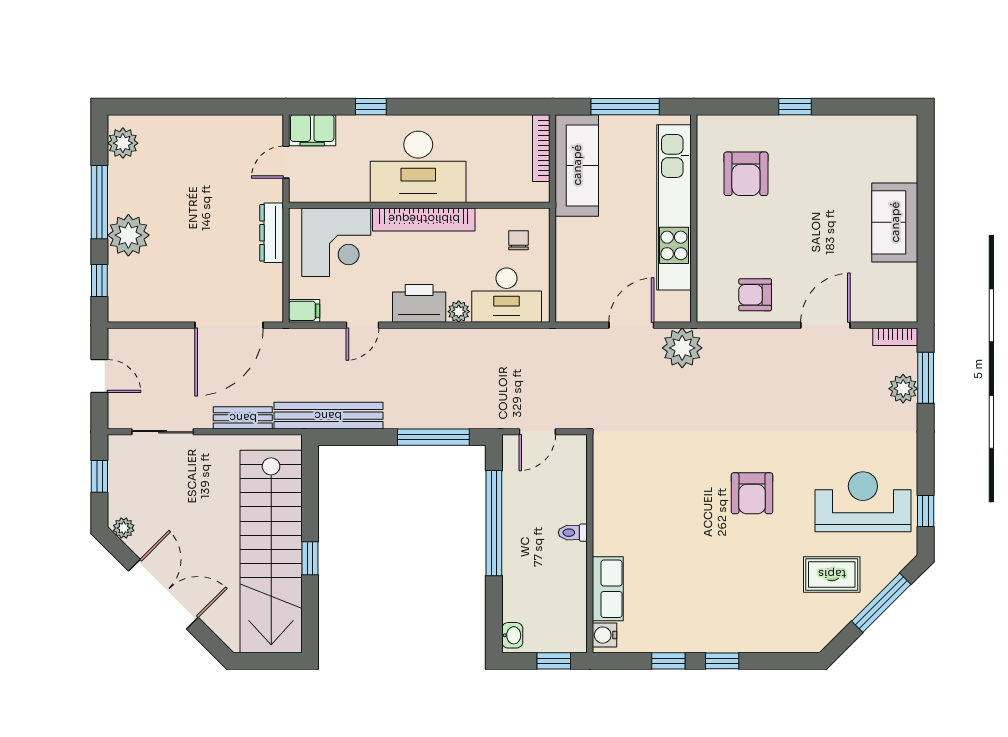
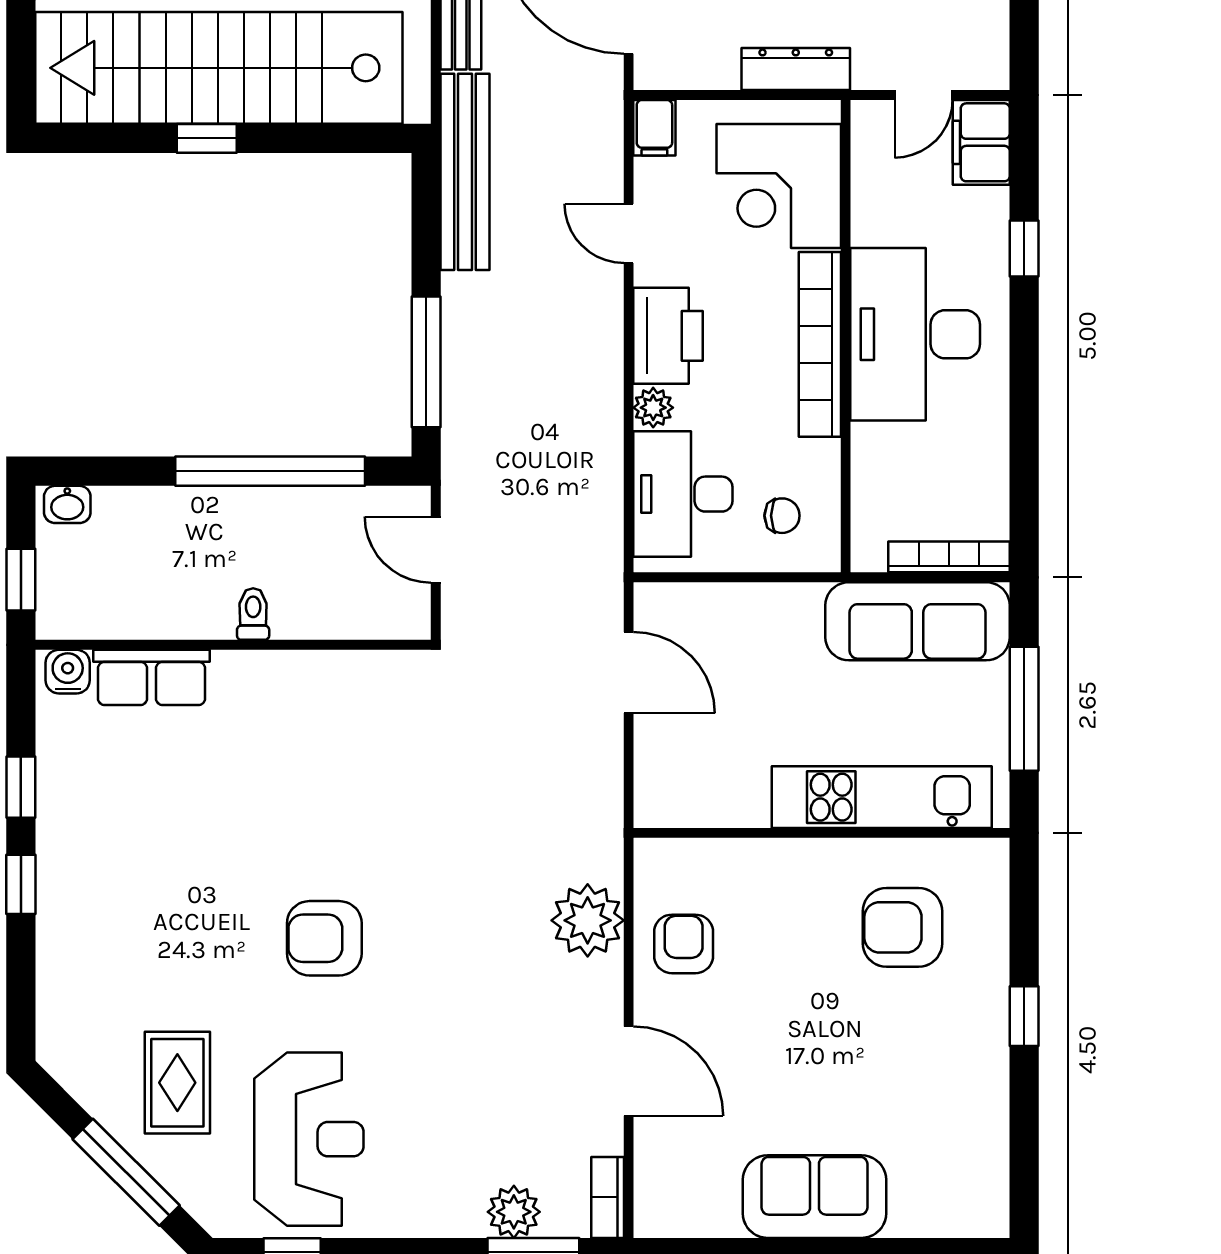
door: (286, 162) -> (924, 95), swing flipped
kitchen unit: (674, 207) -> (882, 797), width x0.73
door: (631, 325) -> (629, 672), moved
plant: (682, 348) -> (588, 920), moved

